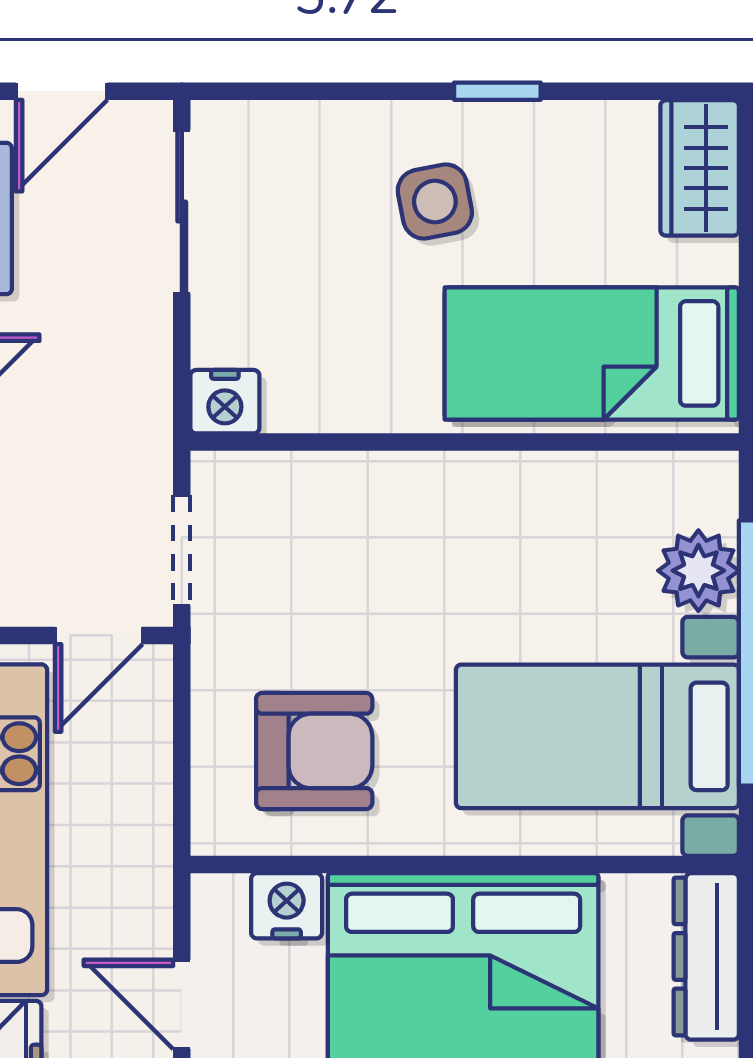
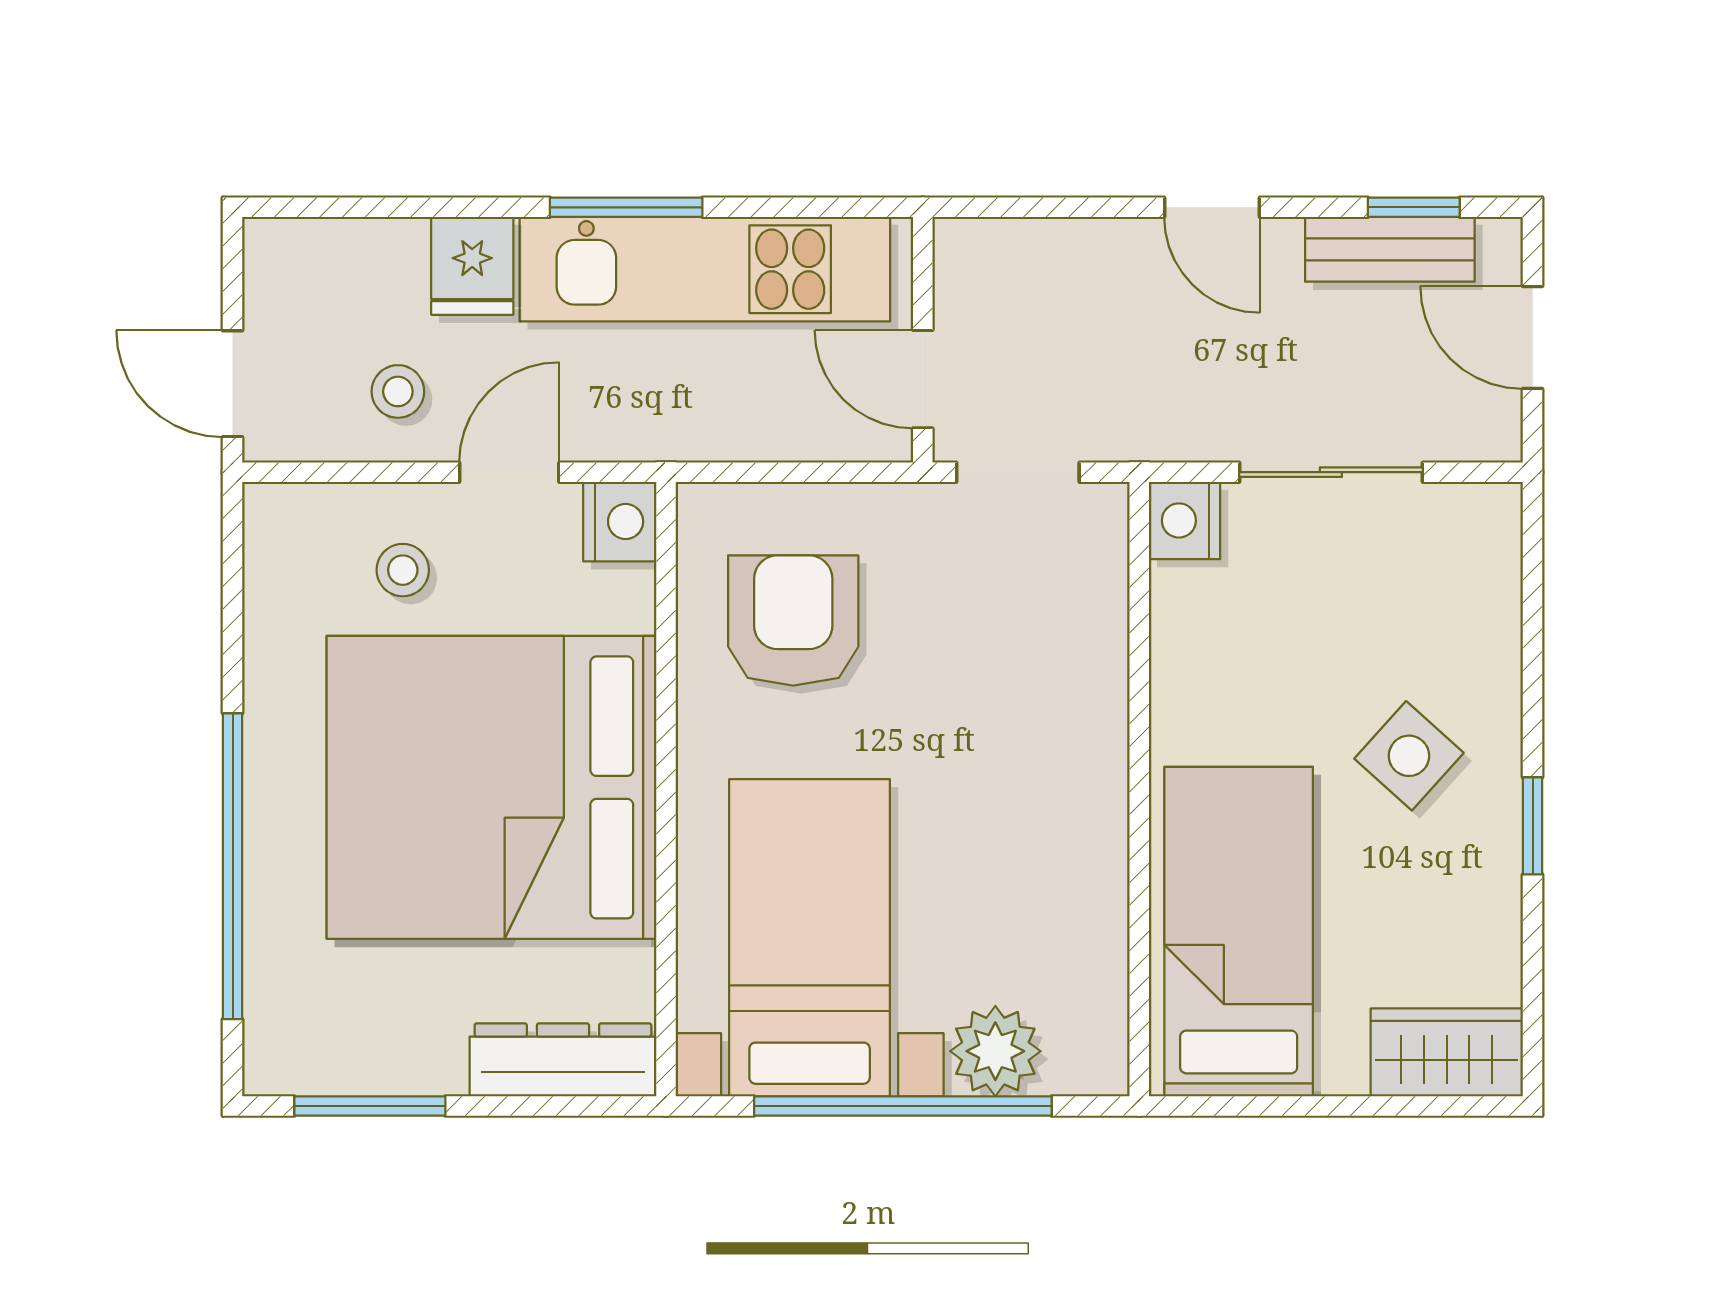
side table: (435, 202) -> (1409, 756), turned -37
sliding door: (182, 212) -> (1331, 472), moved
armchair: (314, 751) -> (793, 620), turned 180
nightstand: (287, 906) -> (620, 522), moved

